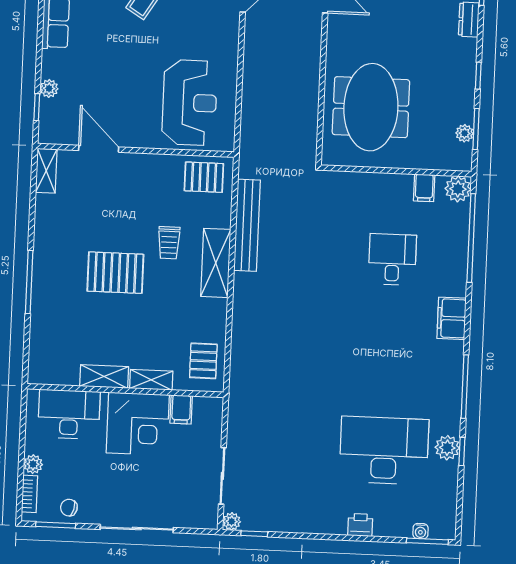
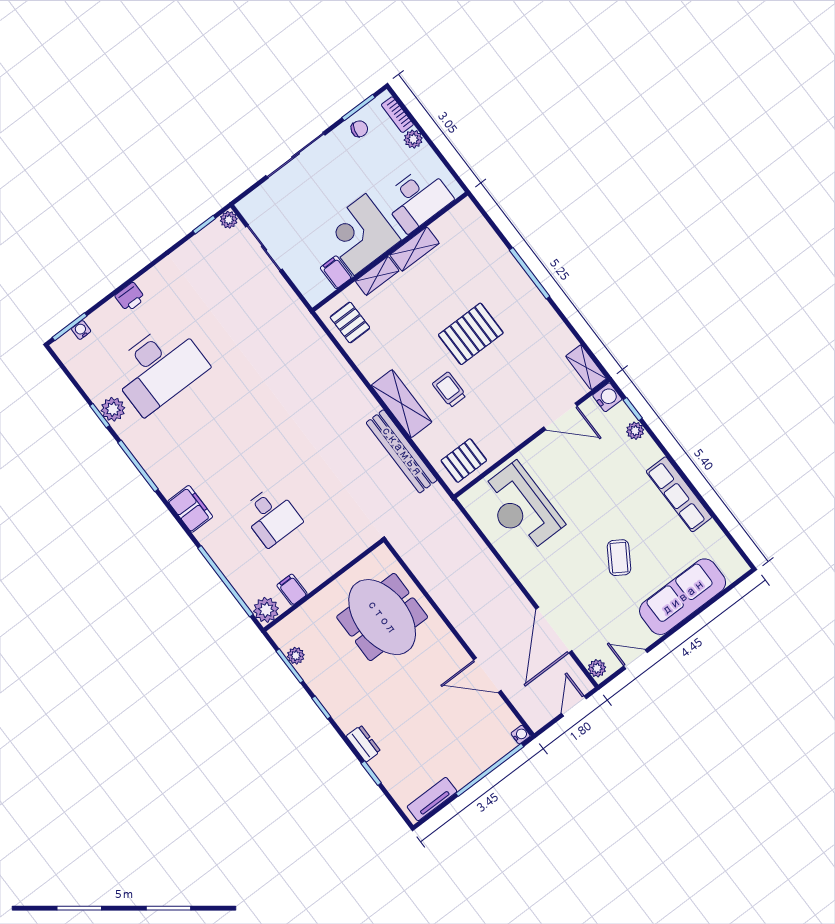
water cooler: (49, 133) -> (607, 397), added

